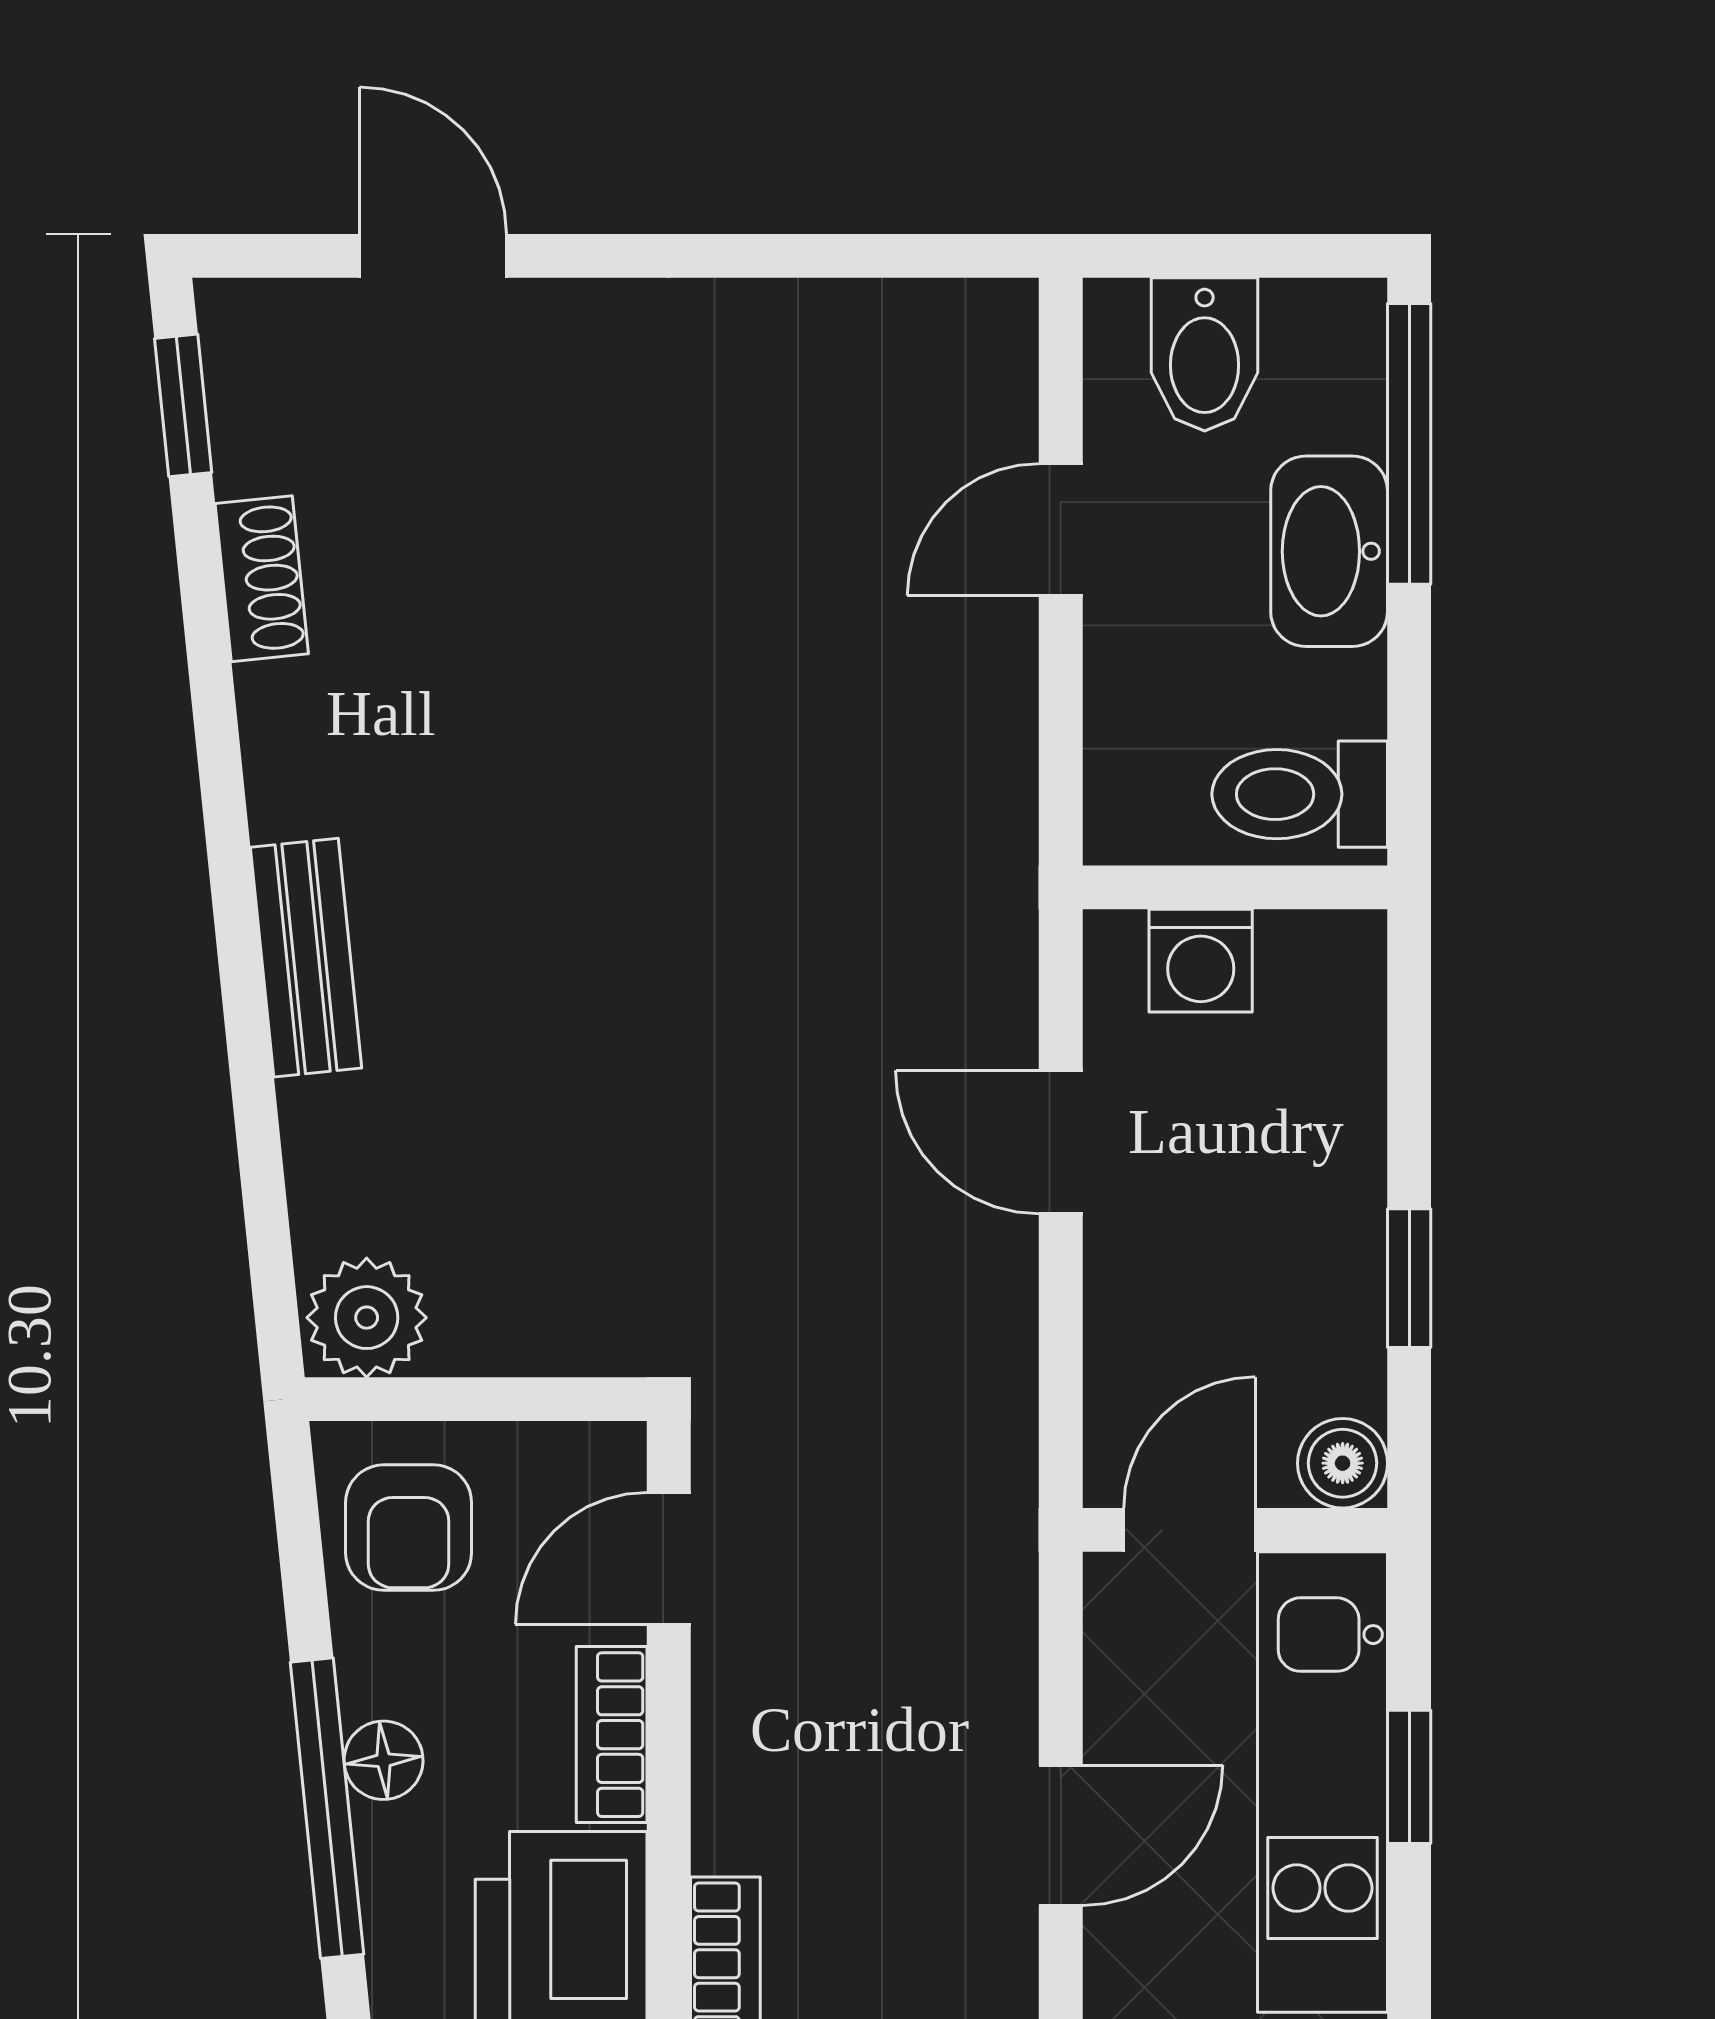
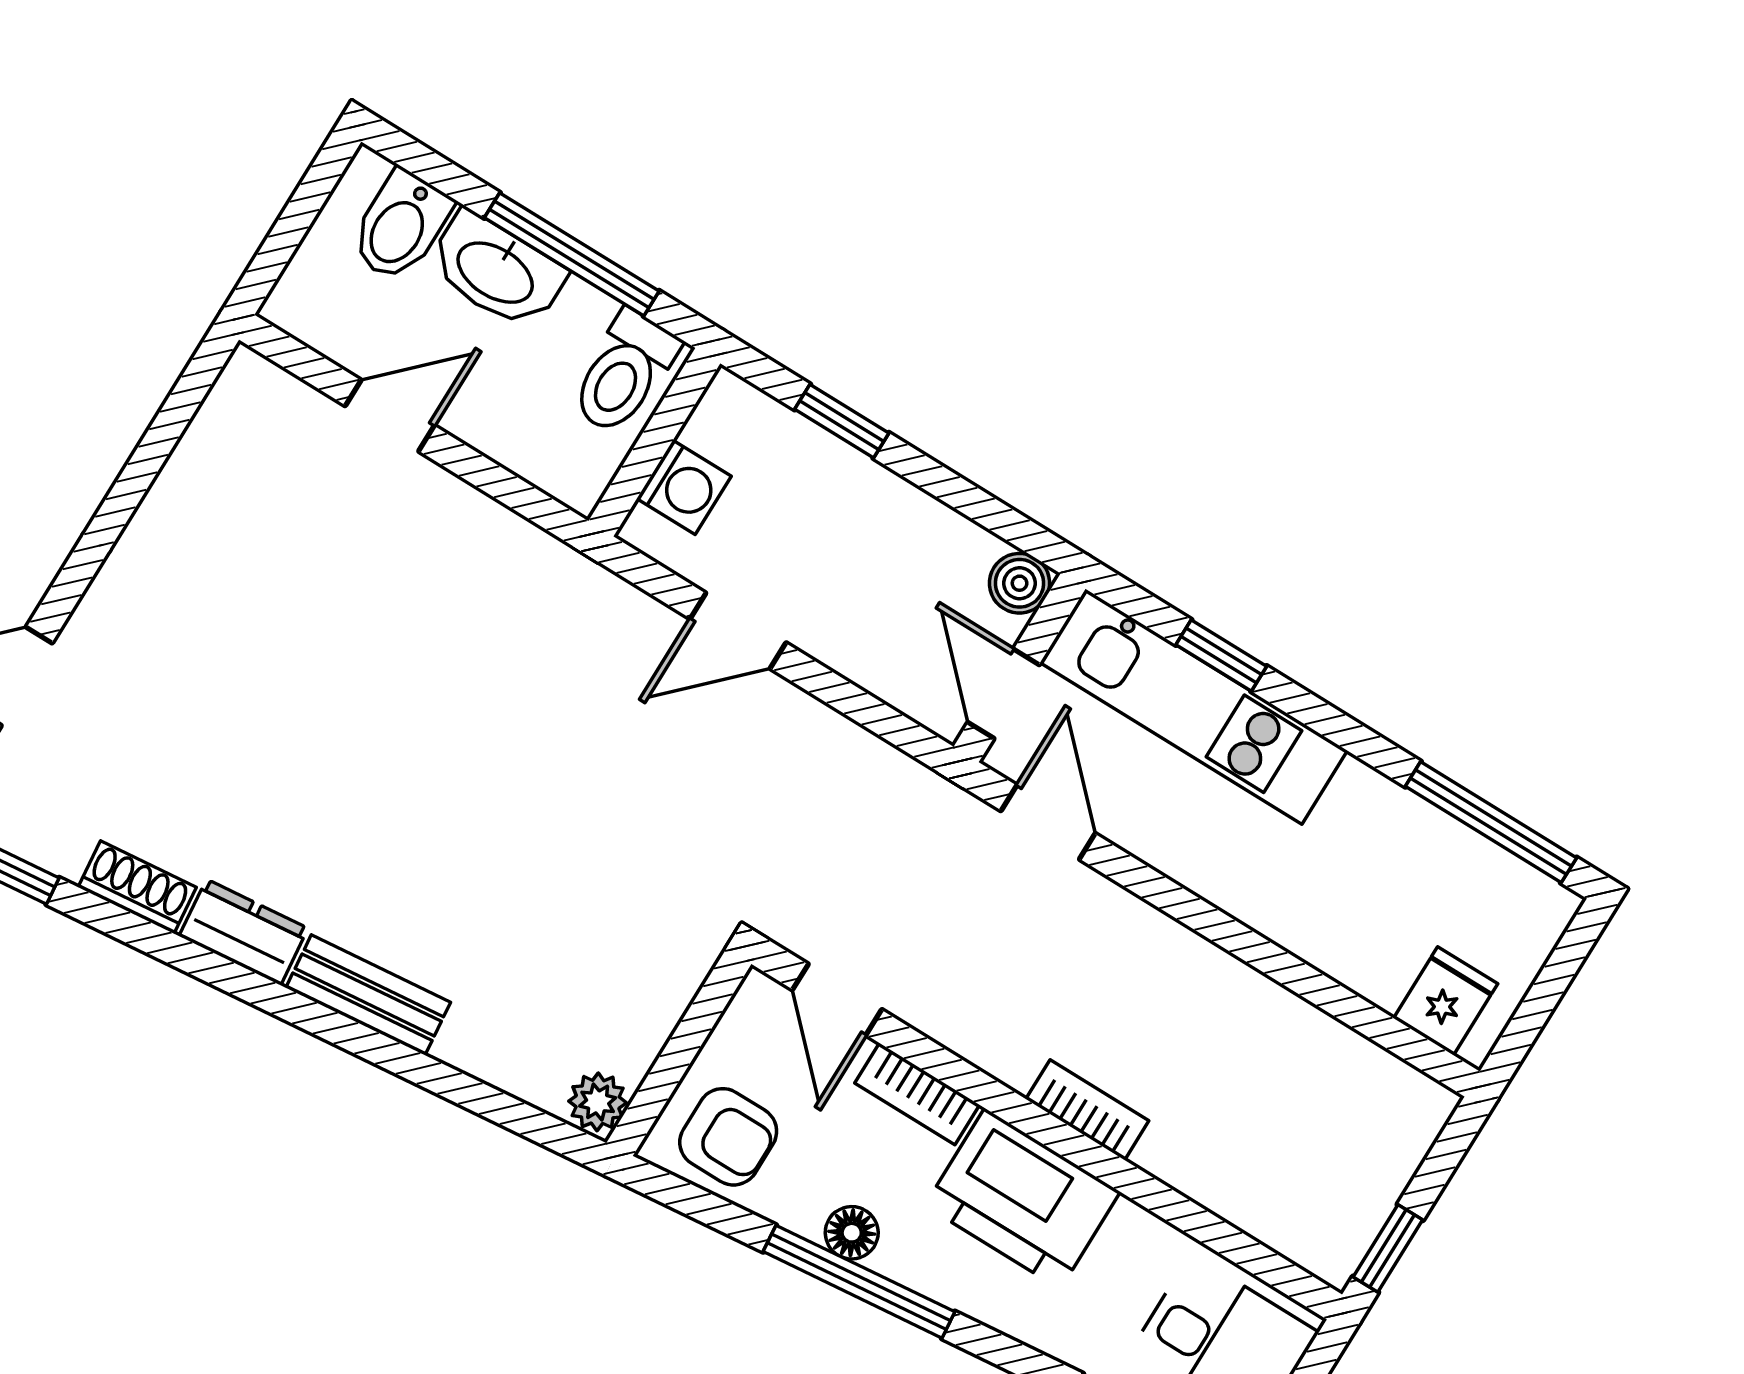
bidet: (1205, 354) -> (401, 226), moved, turned 90
window: (1409, 444) -> (572, 254), moved
door: (1061, 530) -> (390, 416), swing flipped
dresser: (288, 750) -> (244, 932), added
window: (1409, 1278) -> (842, 421), moved
plant: (367, 1318) -> (598, 1102), width x0.73, depth x0.73
door: (1061, 1835) -> (1048, 822), moved

